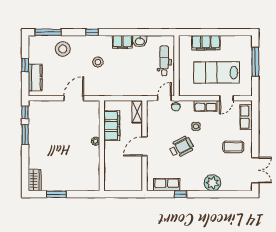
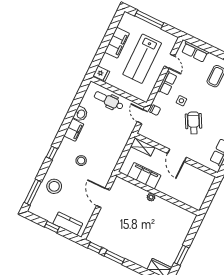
fridge: (185, 42) -> (101, 74), added
filing cabinet: (206, 43) -> (117, 43), moved

